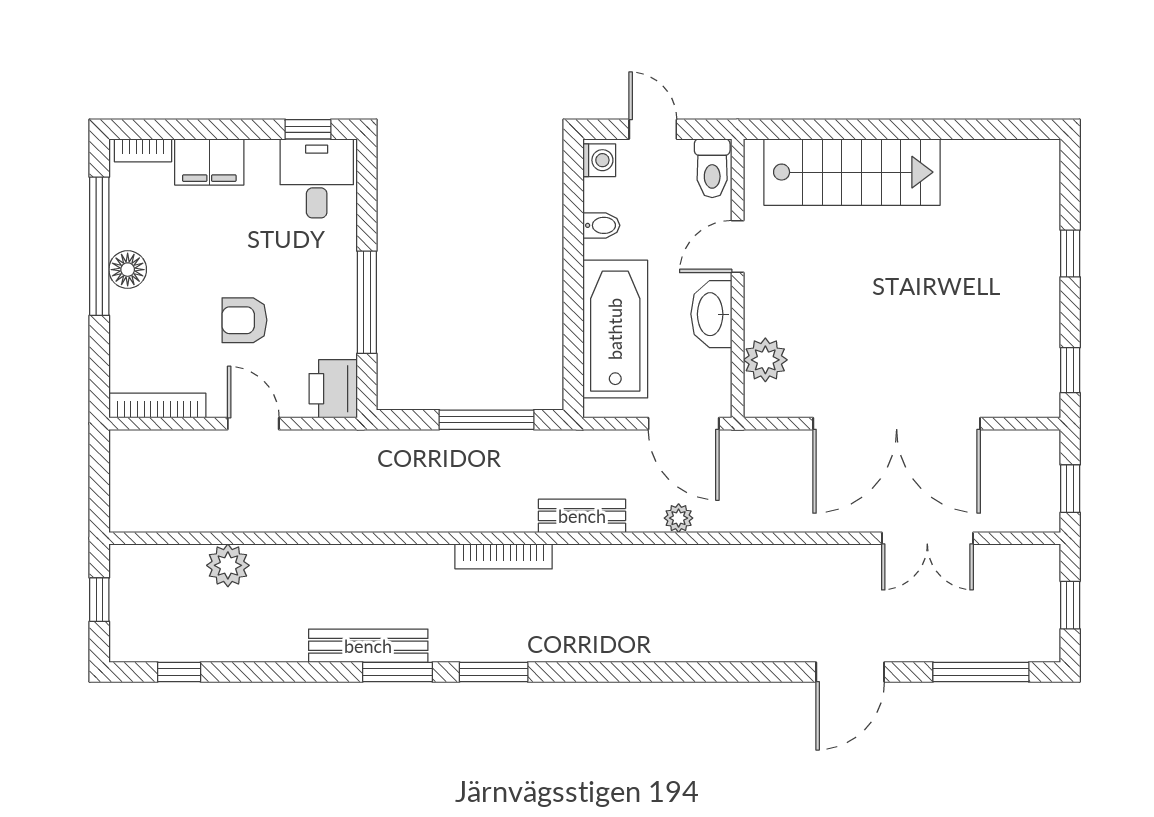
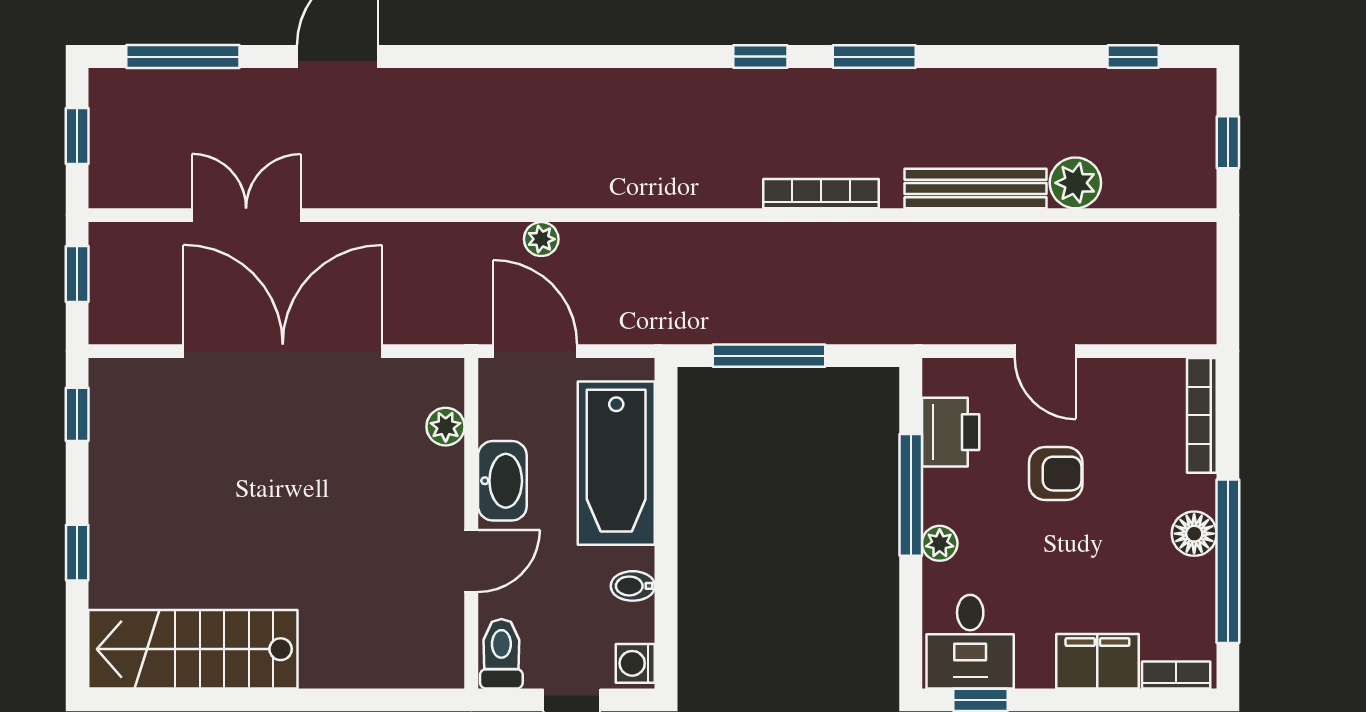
stairs: (852, 172) -> (193, 649), moved
plant: (342, 261) -> (940, 543), added
plant: (765, 360) -> (446, 427), width x0.73, depth x0.73
printer: (333, 389) -> (951, 432), moved
bookcase: (157, 405) -> (1202, 415), moved, turned 90
bench: (582, 516) -> (656, 242), removed
bookcase: (504, 556) -> (821, 194), moved
bench: (368, 646) -> (975, 189), moved
window: (494, 672) -> (760, 57), width x0.67

